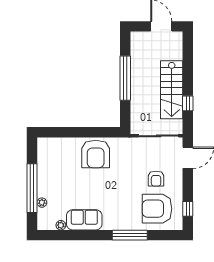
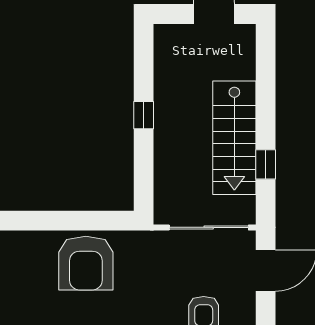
window: (125, 78) -> (144, 115), width x0.32

